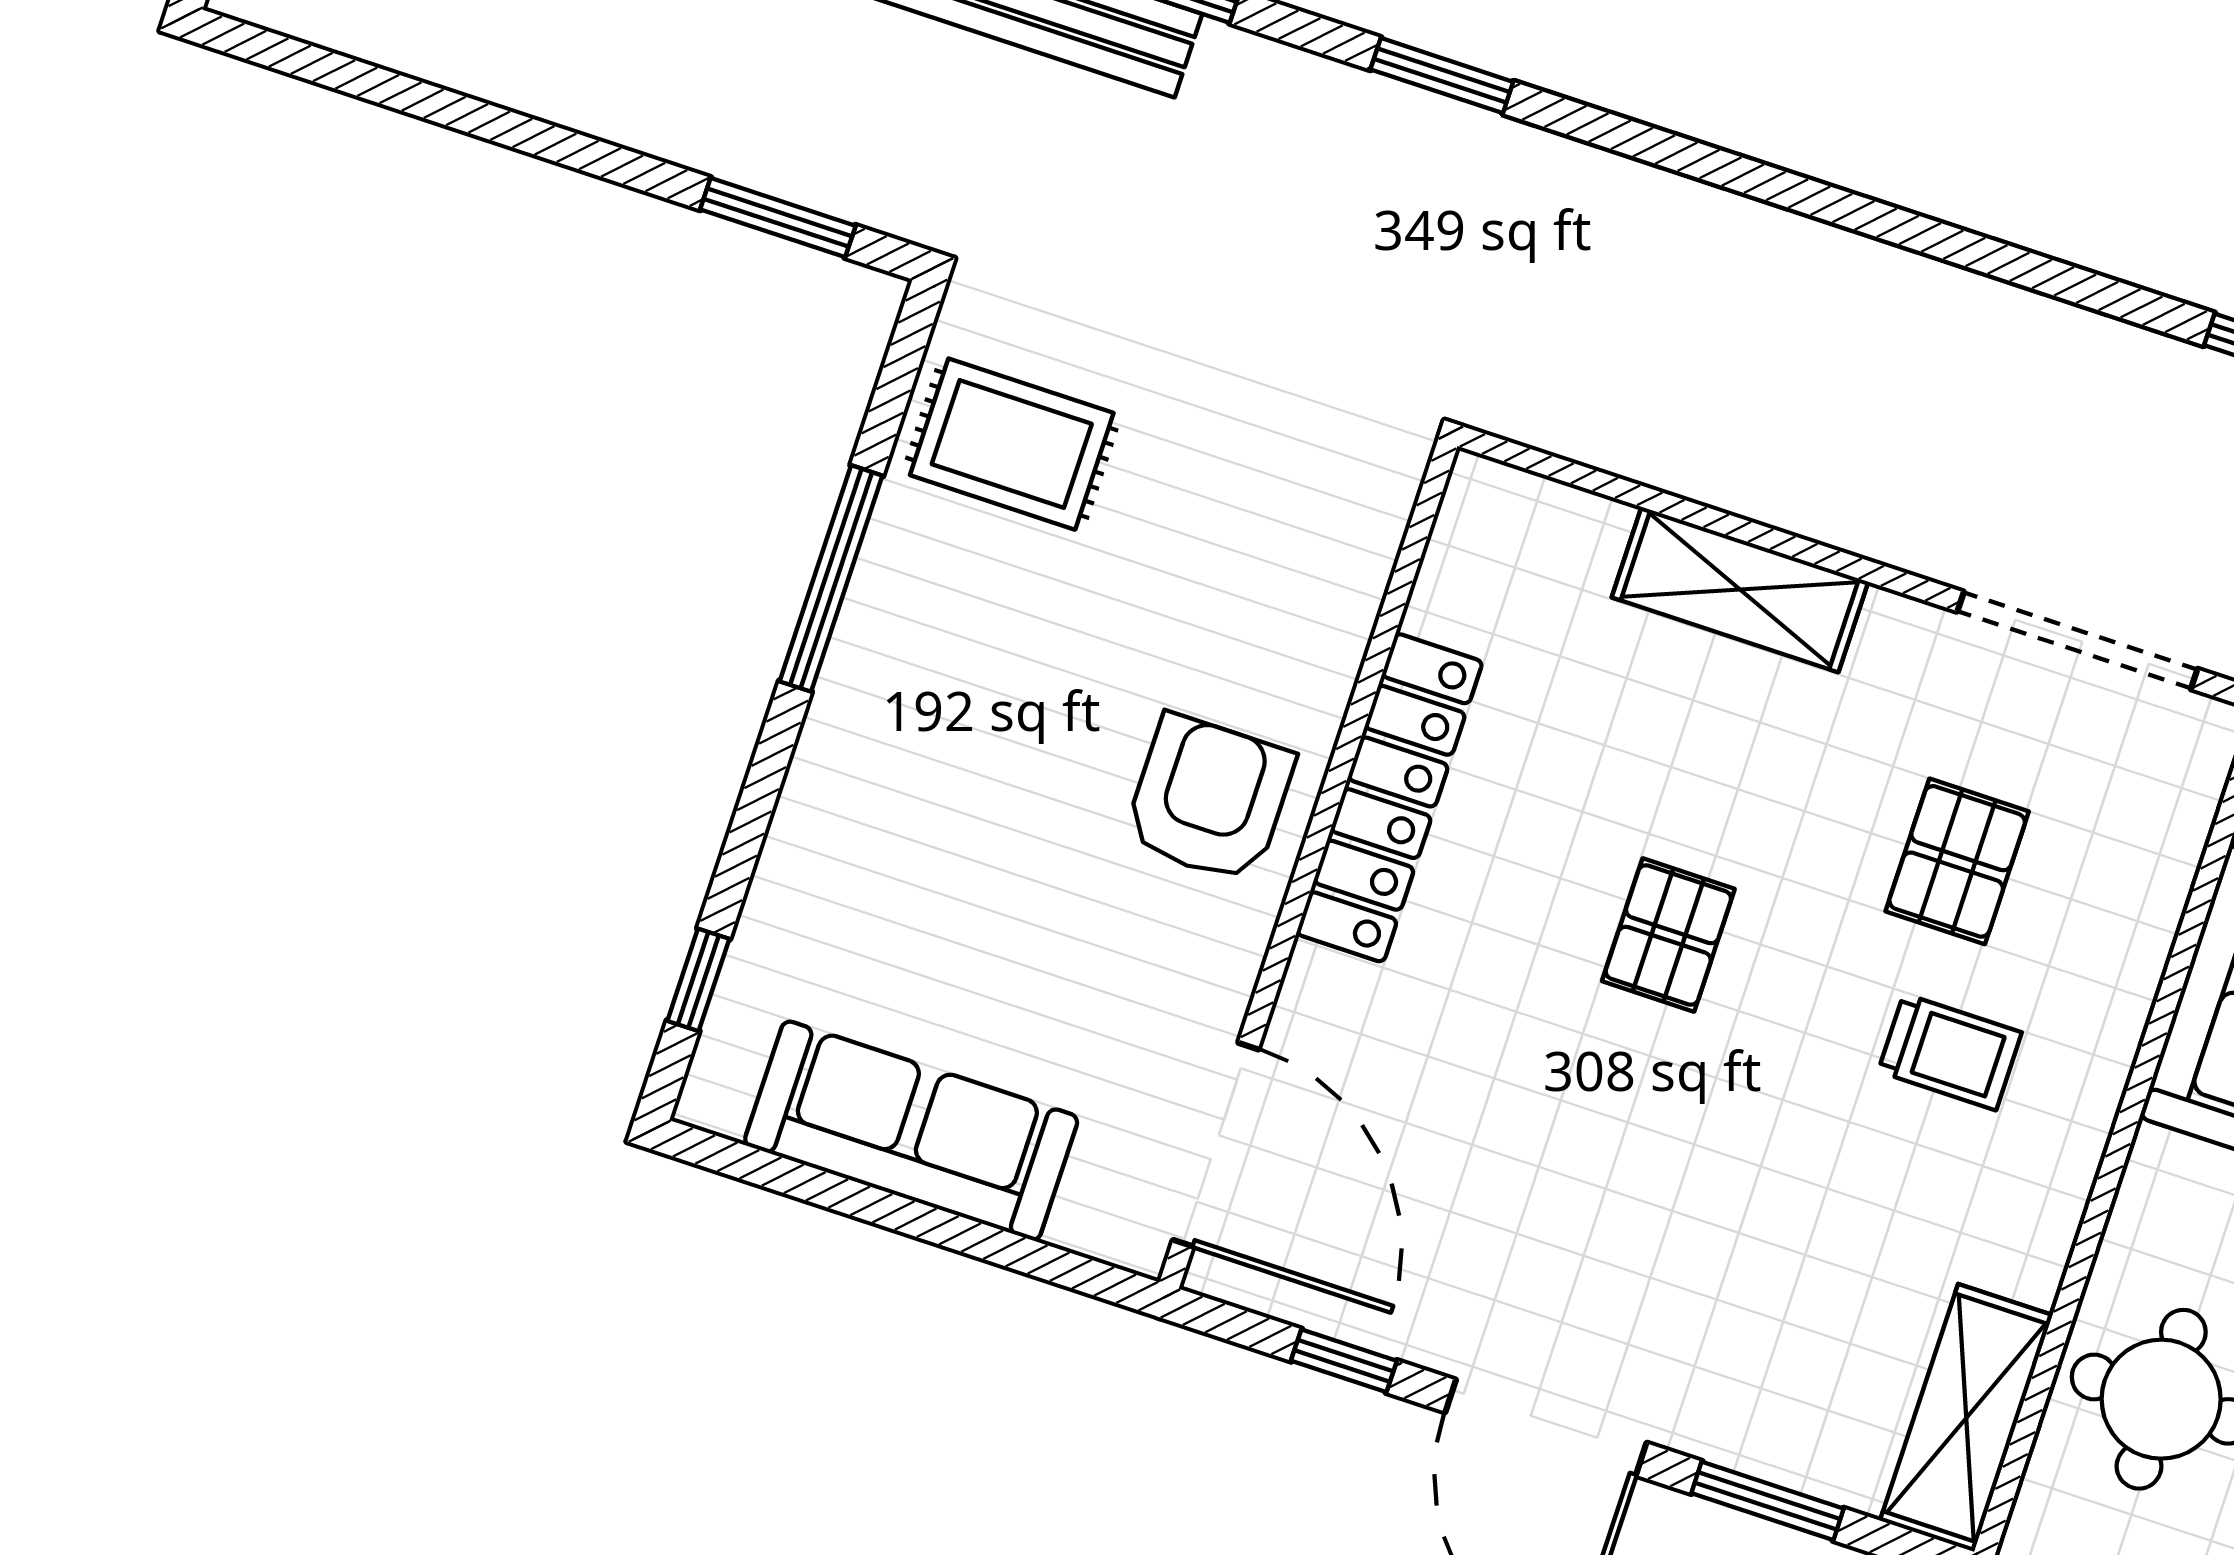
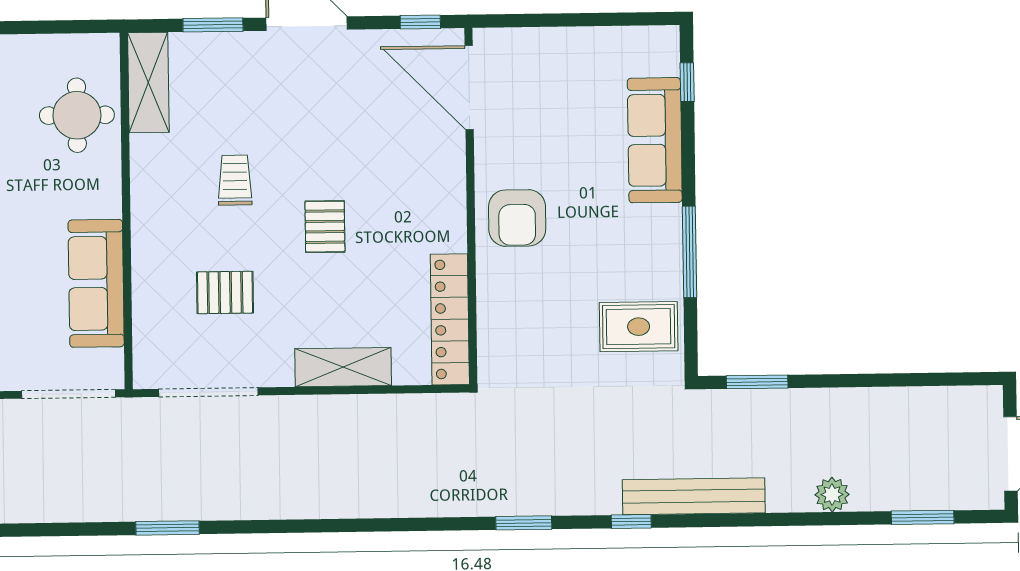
locker: (1389, 798) -> (450, 319), moved
pallet: (1957, 861) -> (225, 292), turned 90
trolley: (1950, 1052) -> (235, 180), moved, turned 90
sofa: (911, 1131) -> (655, 140), moved, turned 90
window: (1344, 1361) -> (420, 22), moved

